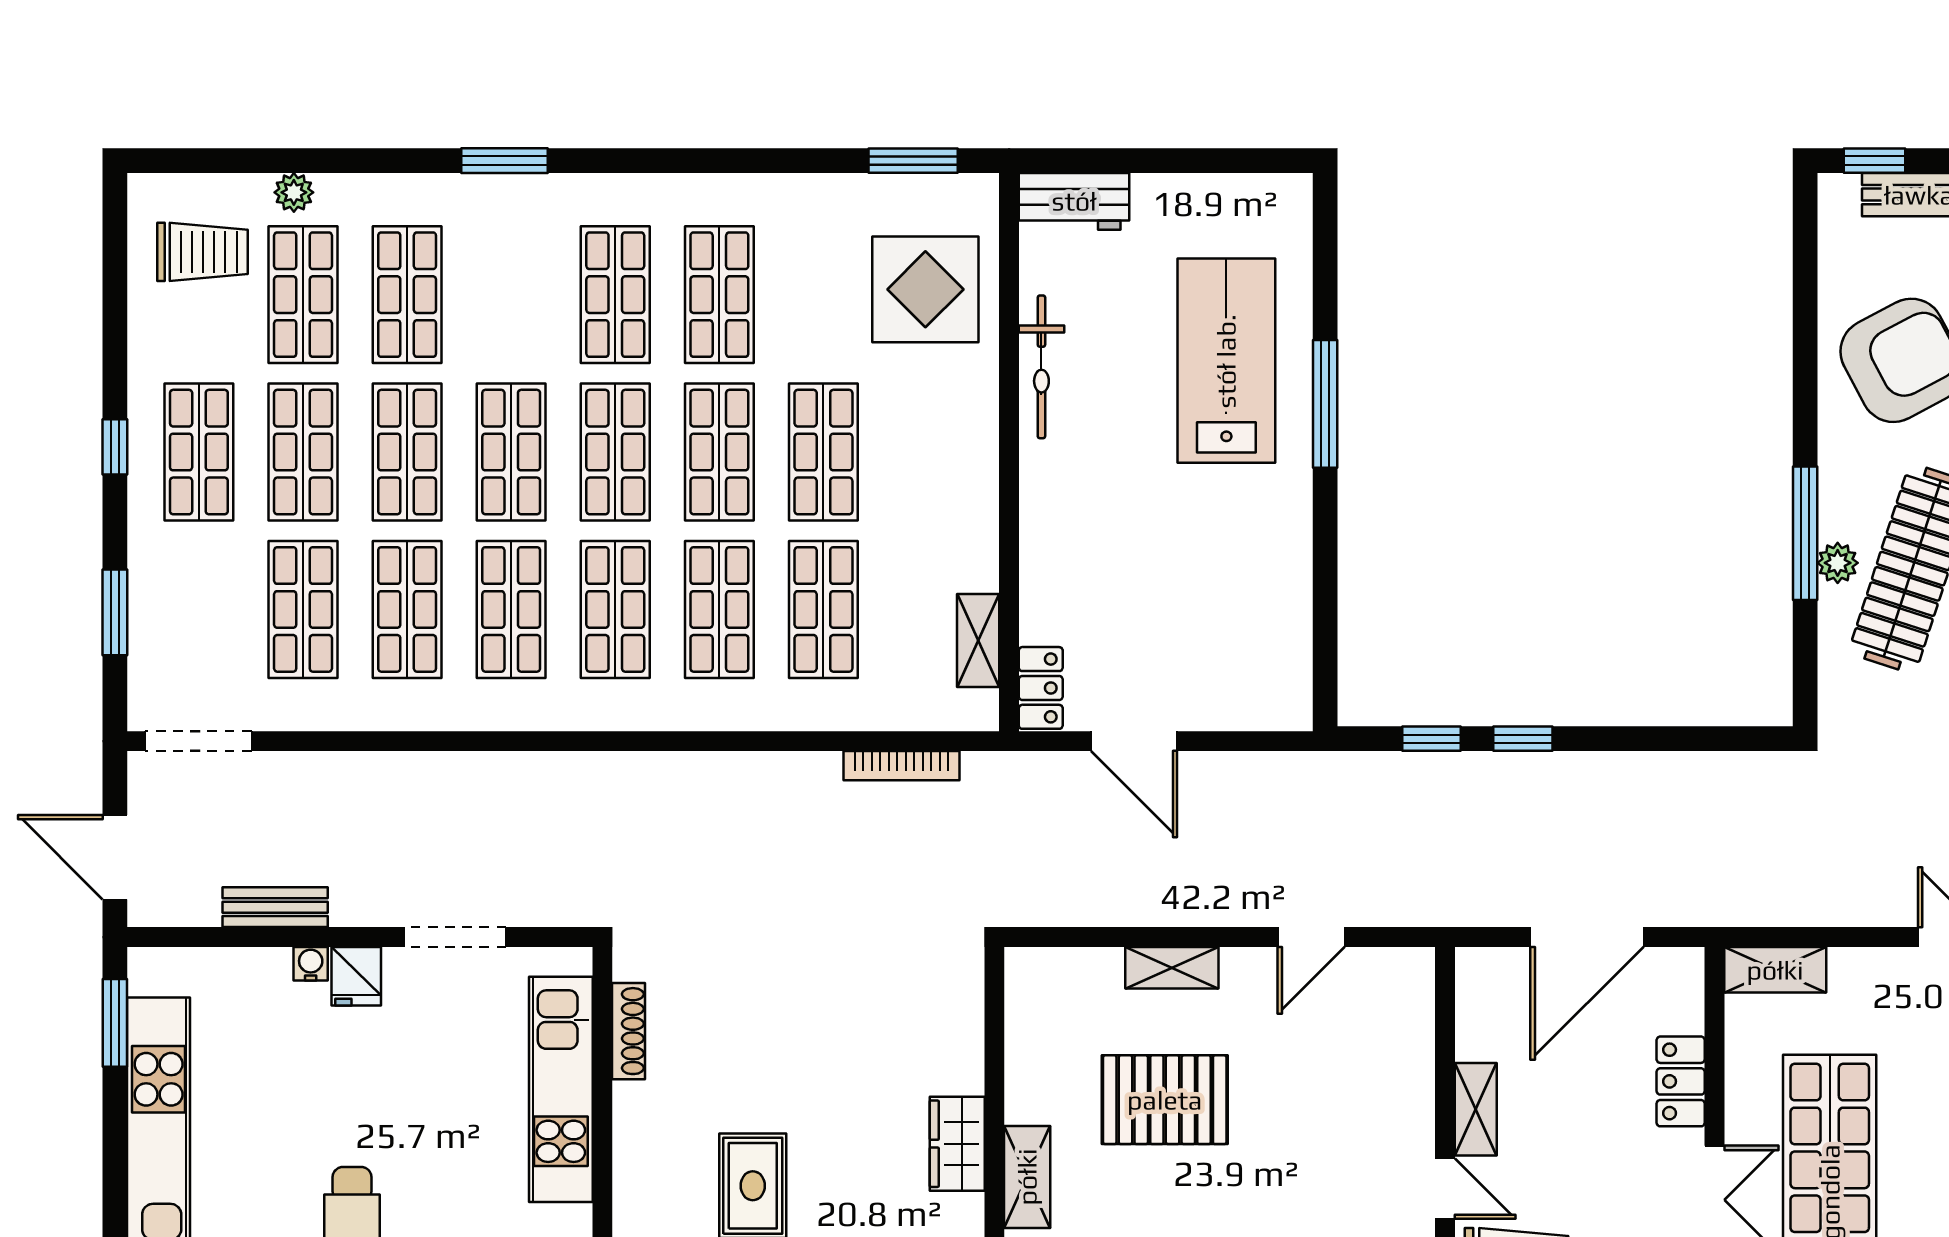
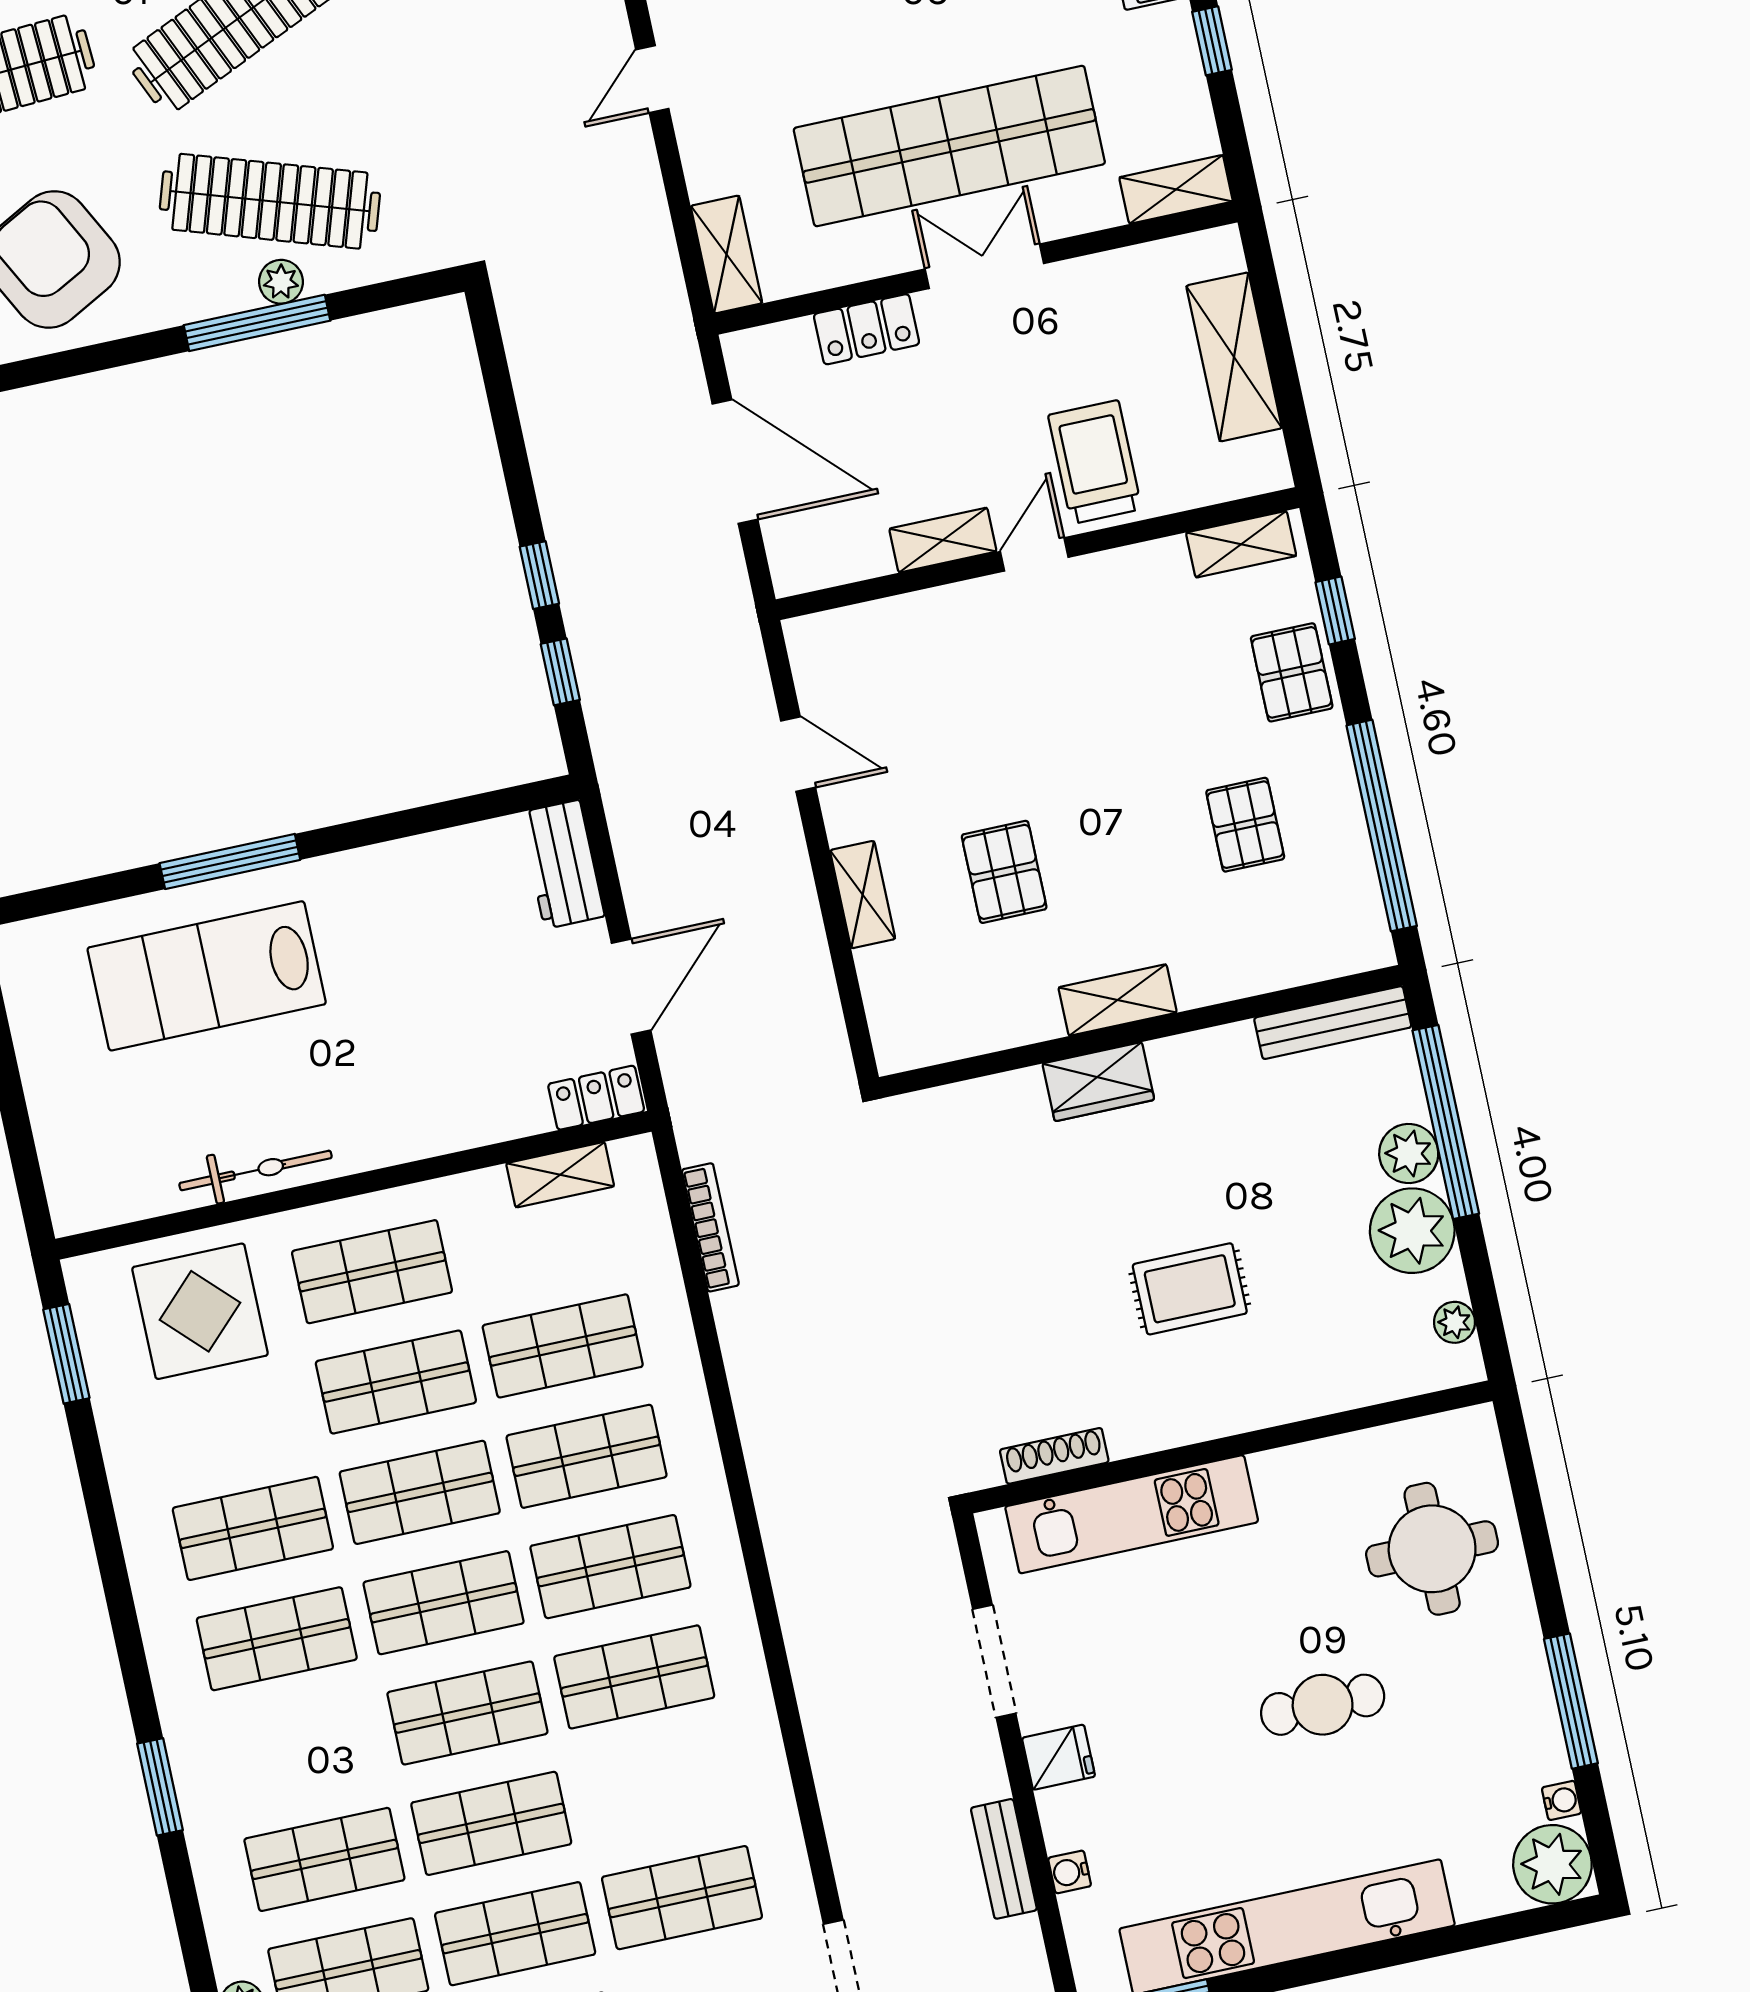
workbench: (1074, 201) -> (562, 864), moved, turned 180
shop shelf: (407, 609) -> (372, 1272), moved
water cooler: (311, 964) -> (1070, 1872), moved
pallet: (1165, 1100) -> (1004, 872), width x0.67, depth x0.71

